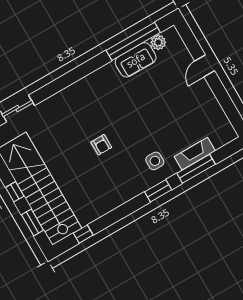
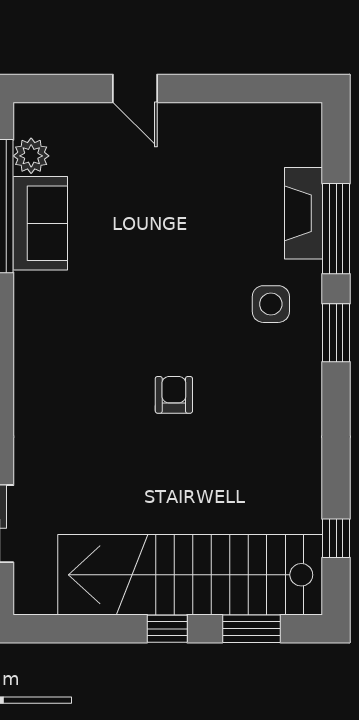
armchair: (101, 145) -> (174, 395), turned -90

